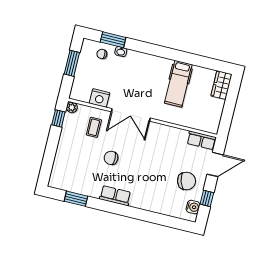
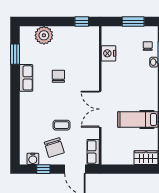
plant: (72, 107) -> (44, 35), moved, width x1.87, depth x1.87
double door: (131, 115) -> (100, 109), moved
coffee table: (94, 127) -> (62, 125), moved
row of seats: (115, 196) -> (26, 78), moved

